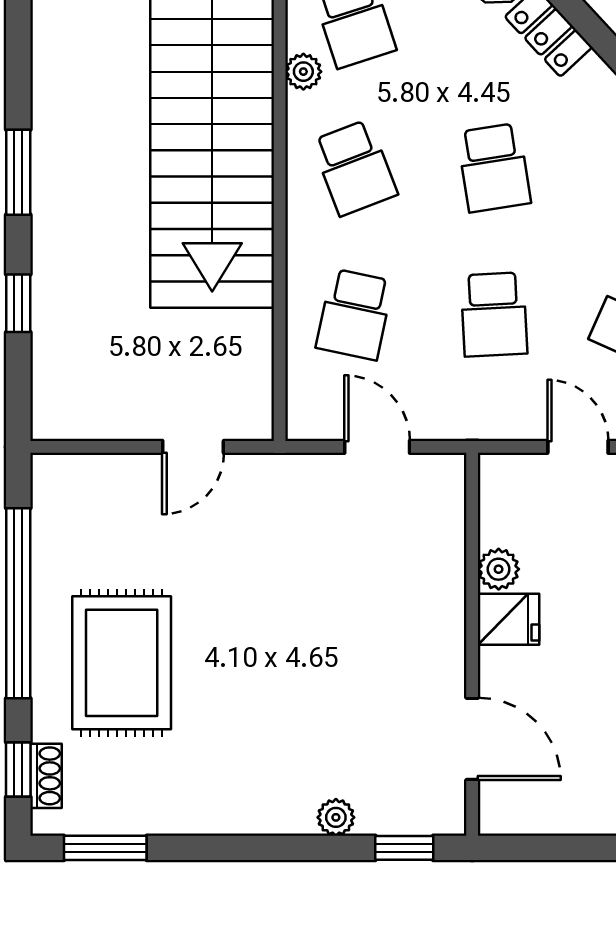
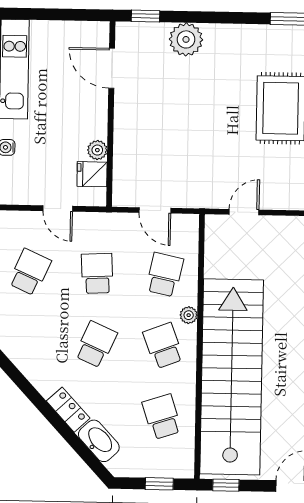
plant: (303, 72) -> (189, 315), moved
school desk: (494, 168) -> (96, 344), turned 33
fridge: (509, 619) -> (92, 174), moved
plant: (336, 817) -> (186, 39), width x1.87, depth x1.87

